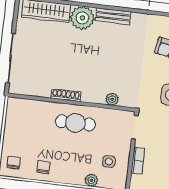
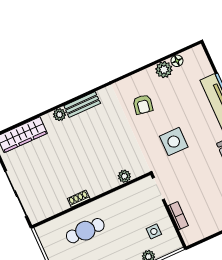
plant: (82, 18) -> (59, 115), width x0.53, depth x0.53
shoe rack: (66, 95) -> (79, 199), width x0.70
cafe table: (75, 123) -> (85, 231), moved

